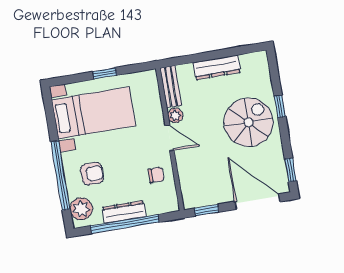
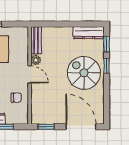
dresser: (217, 67) -> (89, 33), moved
spiral stairs: (248, 122) -> (84, 73), turned -90
window: (291, 170) -> (107, 44), moved

